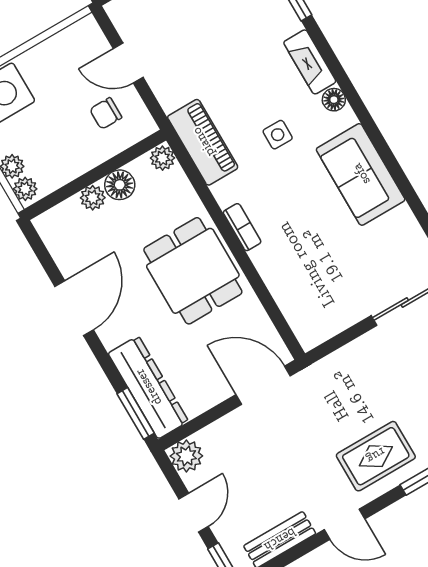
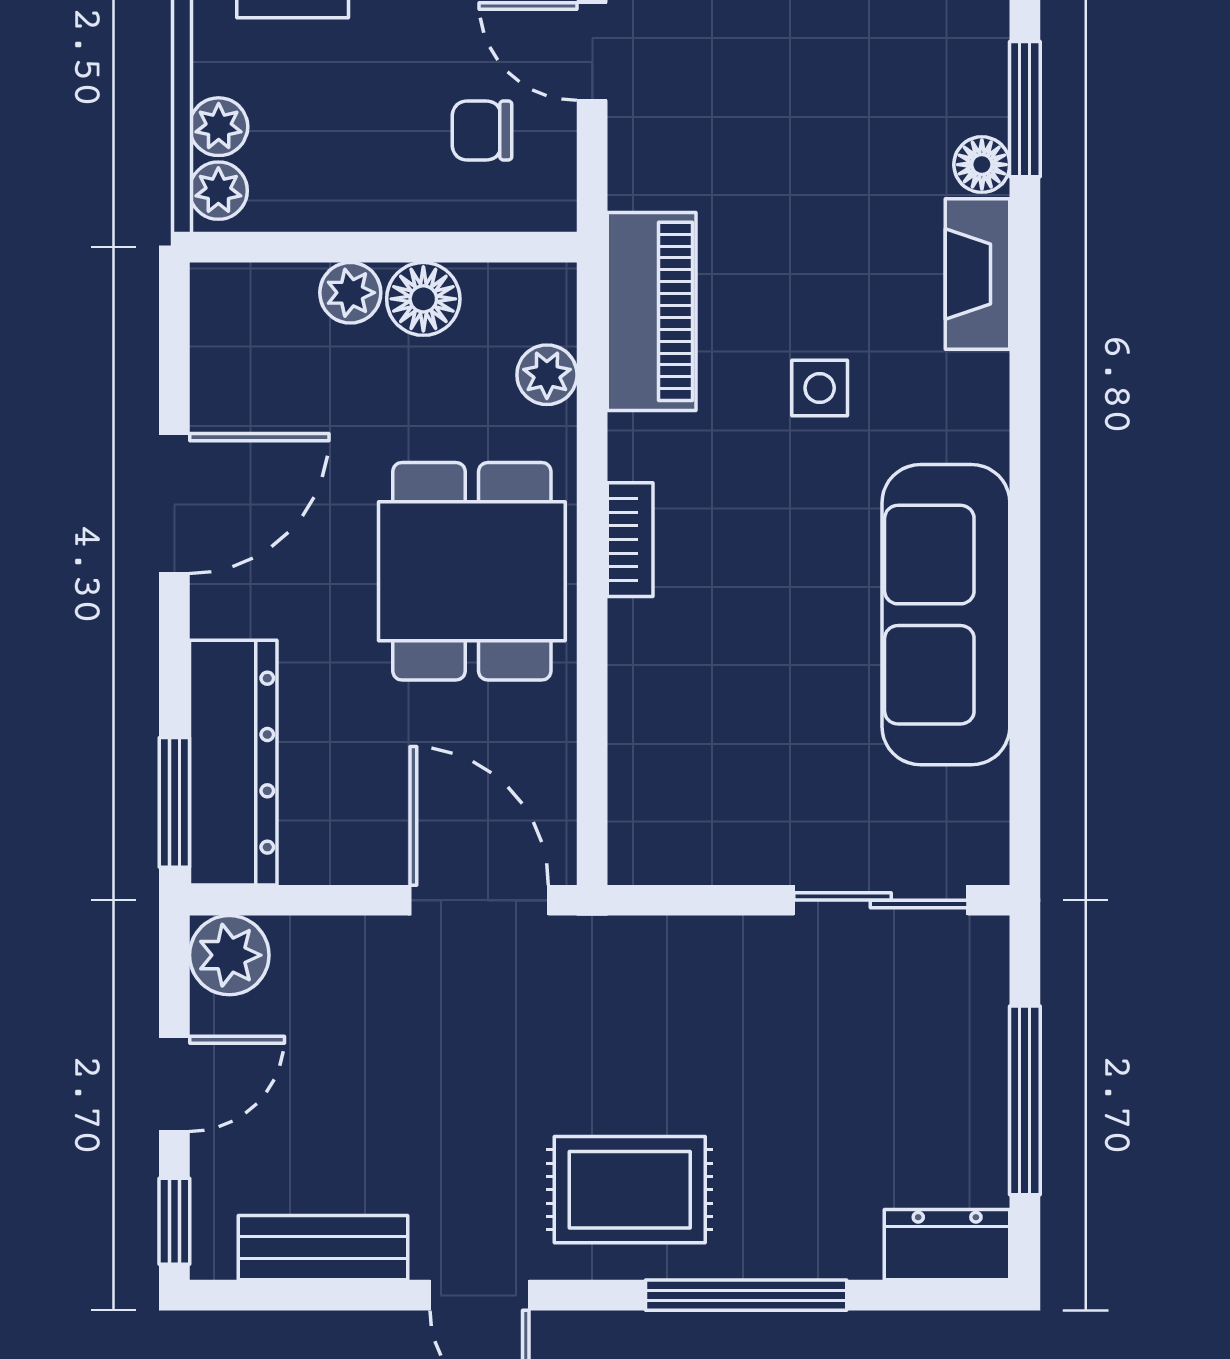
floor lamp: (334, 100) -> (982, 165), moved
plant: (162, 158) -> (547, 375), moved
sofa: (361, 174) -> (946, 615), width x1.36

